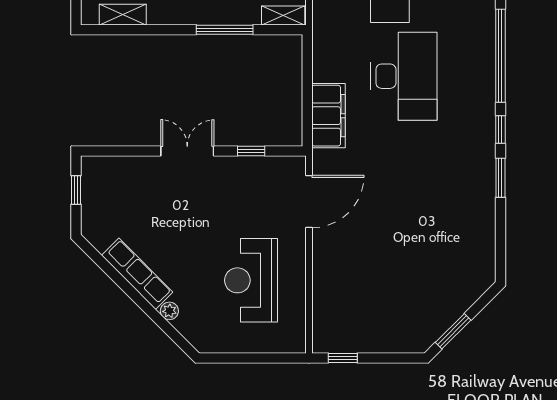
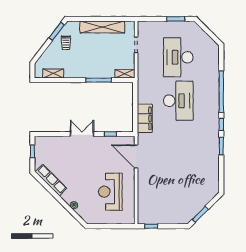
door: (309, 201) -> (136, 157), swing flipped
row of seats: (137, 274) -> (51, 180), moved

